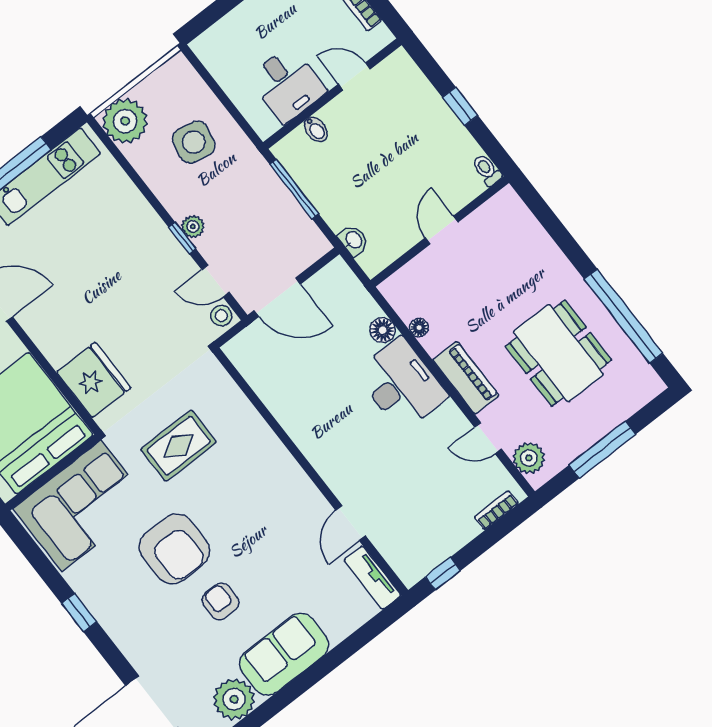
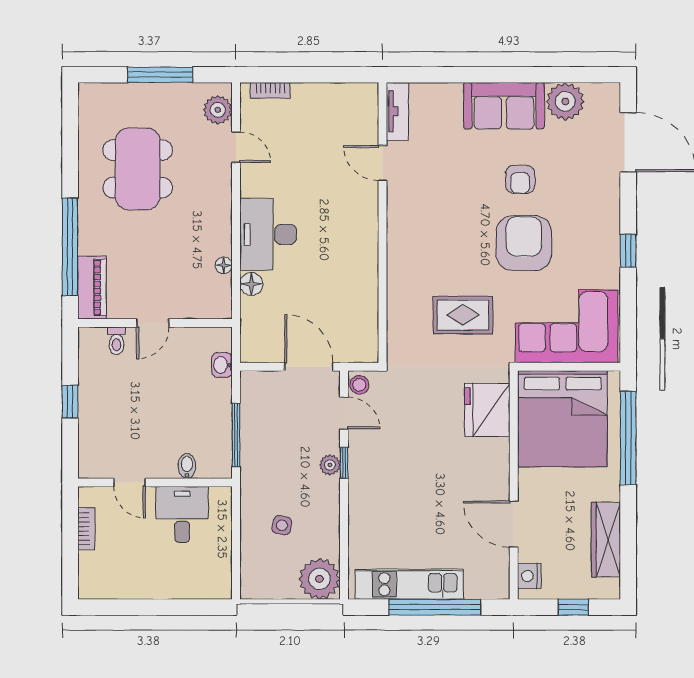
side table: (194, 142) -> (282, 525), width x0.54, depth x0.54
toilet: (487, 170) -> (117, 341), moved
window: (623, 316) -> (70, 247), moved
piano: (466, 378) -> (92, 287), moved, turned 180
door: (351, 523) -> (383, 163), swing flipped
window: (443, 574) -> (344, 75), removed

